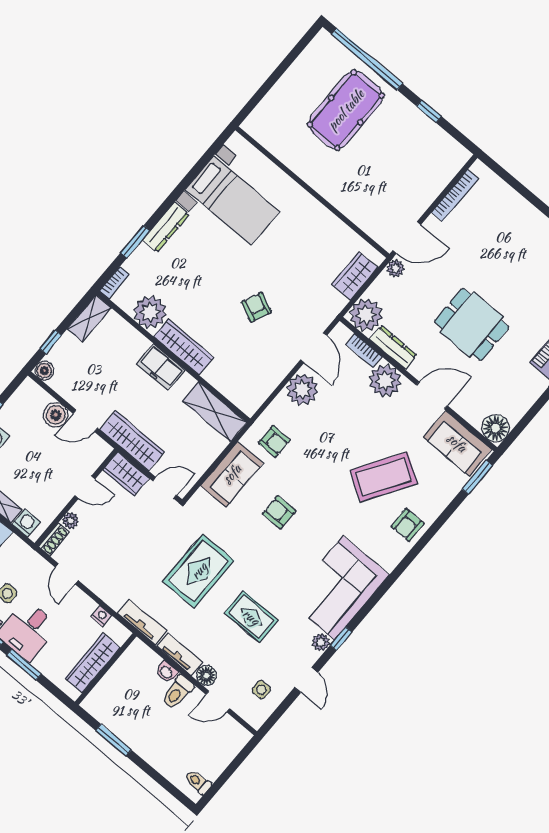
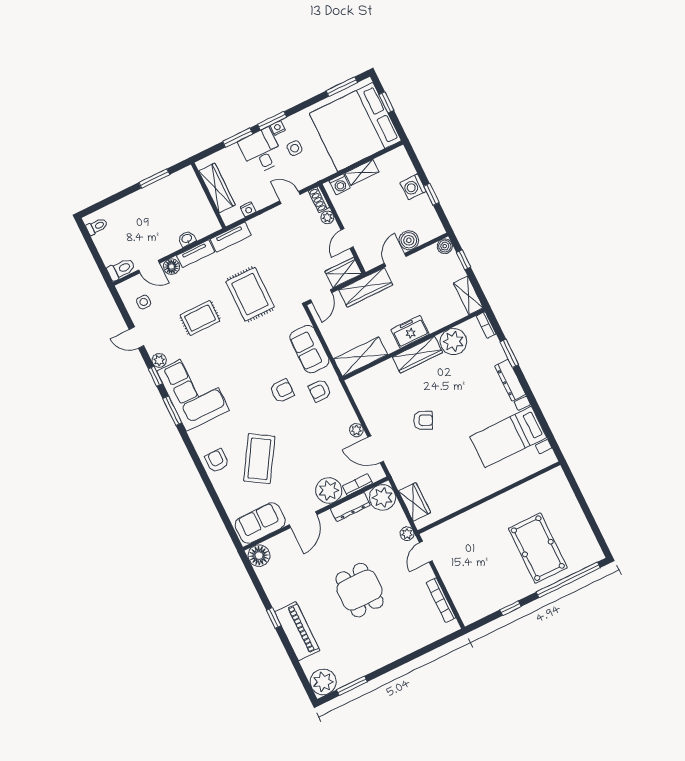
door: (407, 238) -> (426, 552), width x0.73
dining table: (472, 324) -> (360, 590), moved, turned 90
plant: (302, 390) -> (356, 430), width x0.53, depth x0.53
window: (477, 477) -> (172, 411), moved
armchair: (279, 512) -> (282, 391), moved
toilet: (177, 692) -> (121, 269), moved, turned 90
door: (218, 702) -> (149, 267), swing flipped

